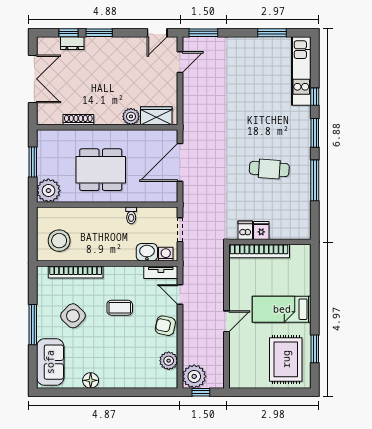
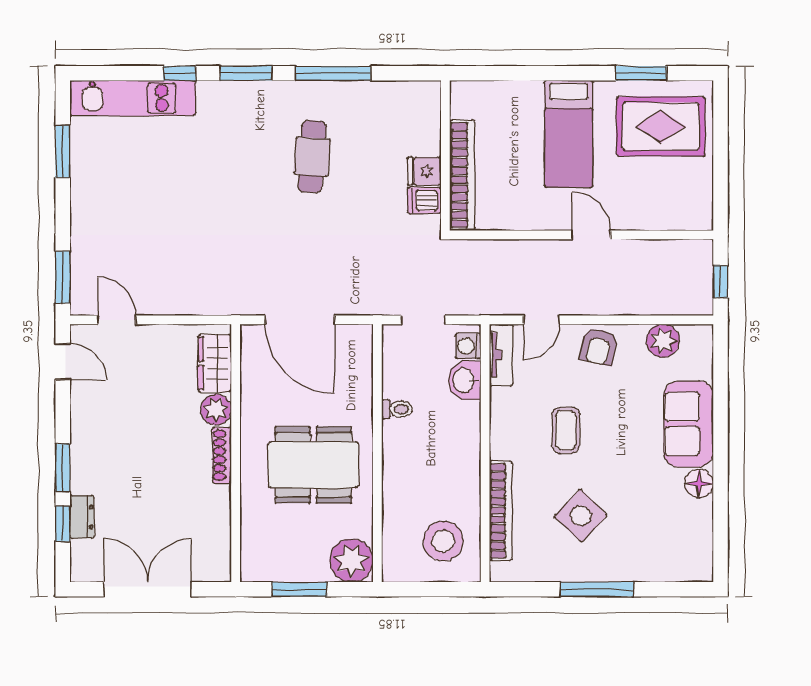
shoe rack: (78, 120) -> (222, 455), moved
dining table: (101, 170) -> (313, 465), turned 90
sofa: (50, 362) -> (689, 424), moved, turned -90
plant: (194, 376) -> (692, 294), removed

